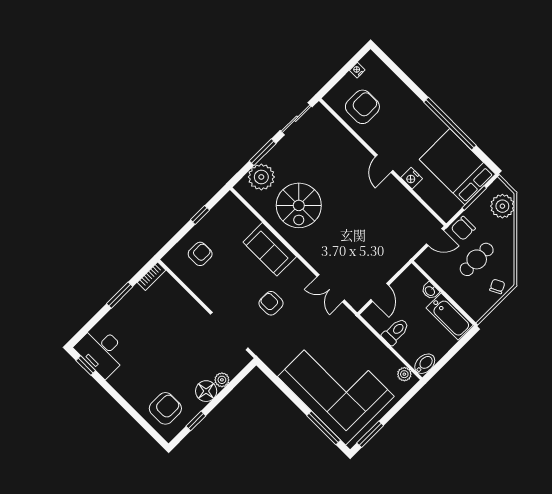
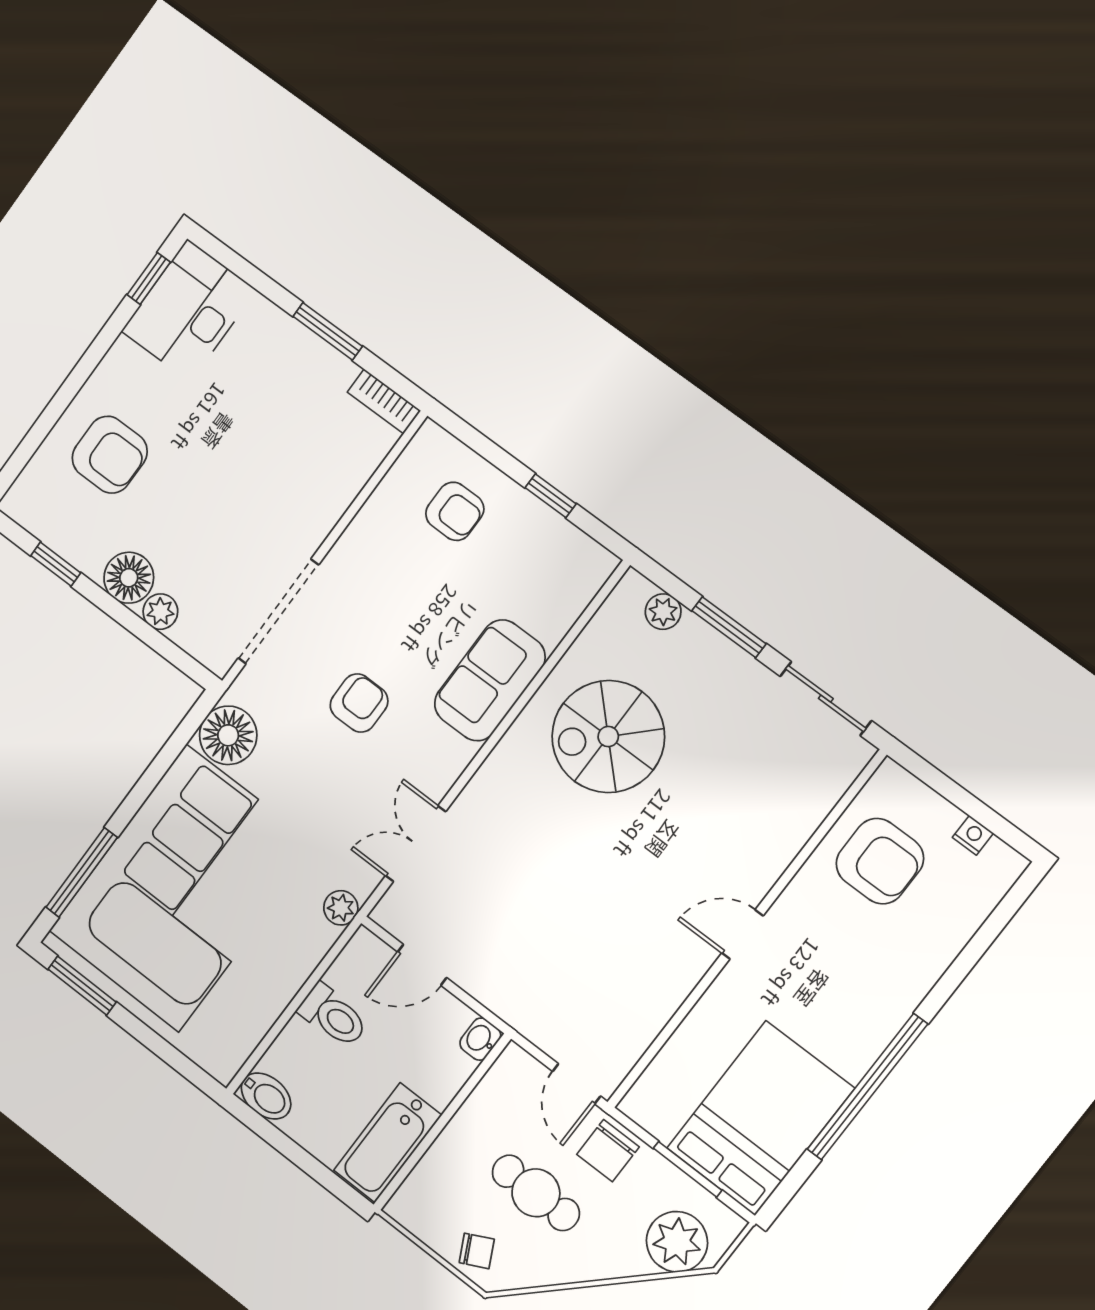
plant: (261, 177) -> (663, 612), width x0.53, depth x0.53
nightstand: (412, 178) -> (716, 1008), removed
chair: (463, 228) -> (608, 1151), turned -90
washbasin: (430, 291) -> (480, 1039), moved
floor lamp: (276, 359) -> (228, 735), added
plant: (404, 374) -> (341, 908), moved
armchair: (165, 408) -> (110, 455), moved

